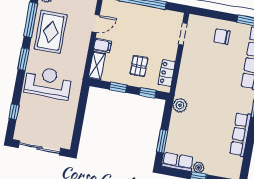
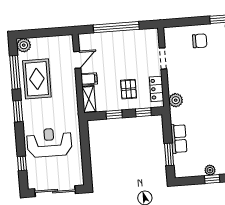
doorway: (183, 34) -> (163, 58), moved
chair: (222, 37) -> (200, 41), turned 180
reception desk: (48, 83) -> (49, 143), moved
plant: (180, 105) -> (176, 100), moved
row of seats: (178, 162) -> (179, 139), moved, turned 90

